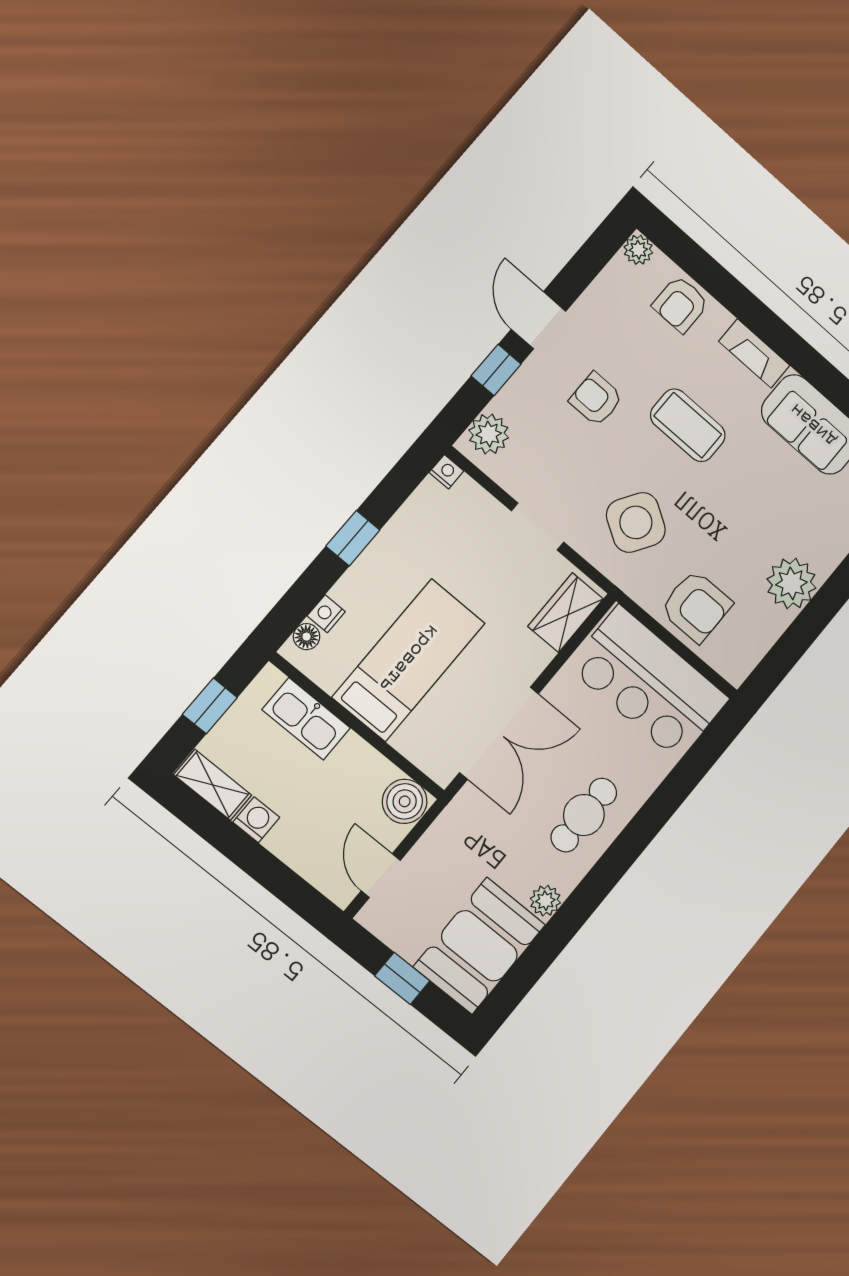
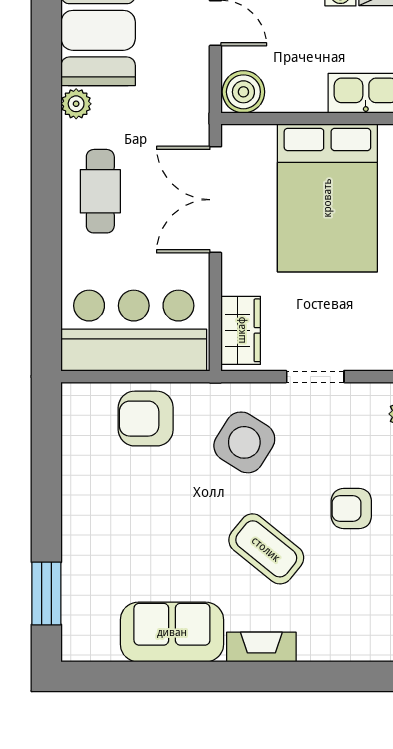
armchair: (681, 304) -> (348, 635), removed
armchair: (596, 399) -> (351, 509), turned 180
coffee table: (688, 425) -> (266, 549), turned 39
plant: (791, 583) -> (87, 498), removed
bed: (409, 660) -> (327, 198), width x1.50

